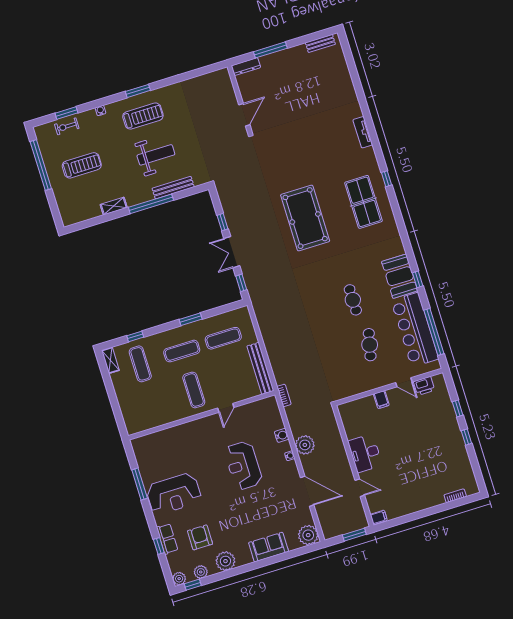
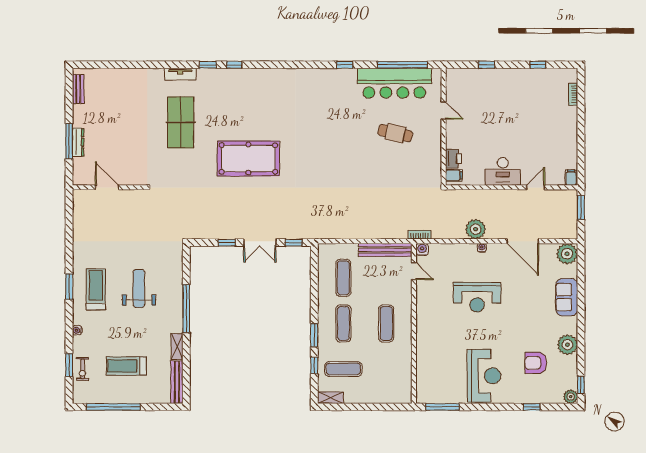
dresser: (246, 67) -> (78, 142), moved
door: (244, 115) -> (107, 187), moved
window: (379, 155) -> (208, 65), added
treadmill: (82, 165) -> (126, 366), turned -90
bench: (173, 188) -> (177, 382), moved
table tennis table: (363, 202) -> (181, 122), moved, turned 90
booth: (400, 276) -> (336, 82), removed
cafe table: (353, 300) -> (345, 136), removed
window: (191, 319) -> (314, 335), moved
door: (404, 382) -> (444, 110), hinge flipped
printer: (424, 386) -> (453, 159), moved
exercise mat: (194, 390) -> (386, 323), turned 90
filing cabinet: (381, 400) -> (454, 175), moved
door: (226, 408) -> (414, 271), moved
water cooler: (282, 435) -> (422, 249), moved
window: (466, 437) -> (538, 65), moved
window: (140, 484) -> (442, 407), moved
door: (307, 491) -> (523, 241), swing flipped
row of seats: (167, 539) -> (527, 396), removed
plant: (201, 572) -> (571, 373), removed

